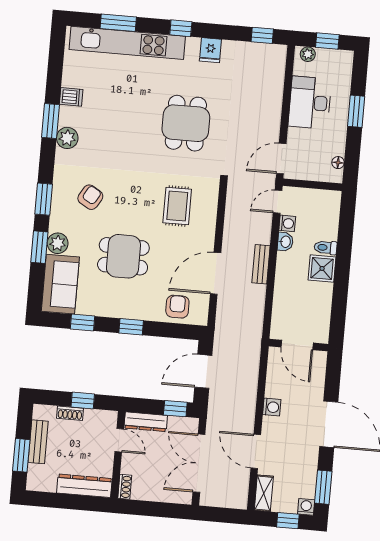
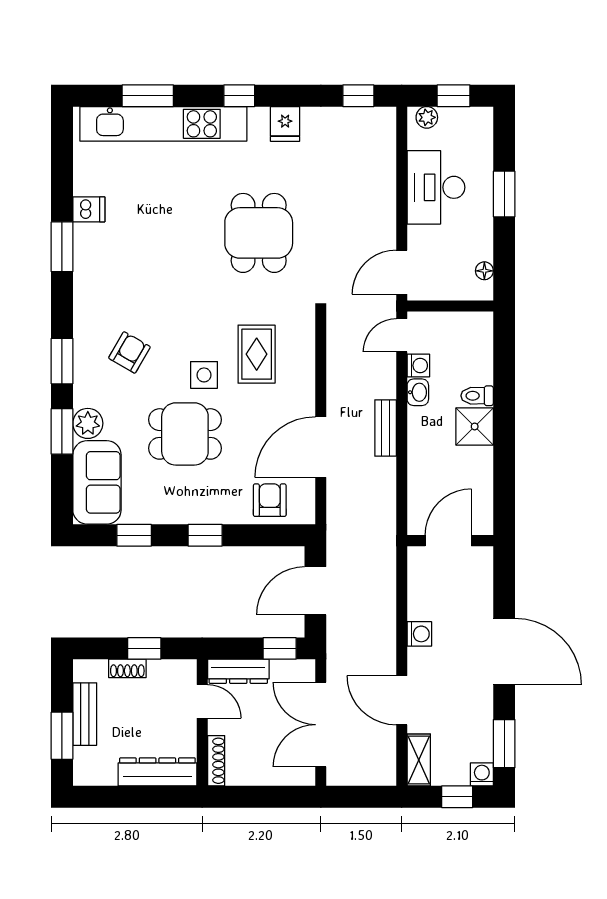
plant: (67, 138) -> (88, 269), removed
side table: (140, 217) -> (204, 375), added
door: (297, 345) -> (448, 541), swing flipped
shoe rack: (125, 487) -> (216, 761), width x1.43

